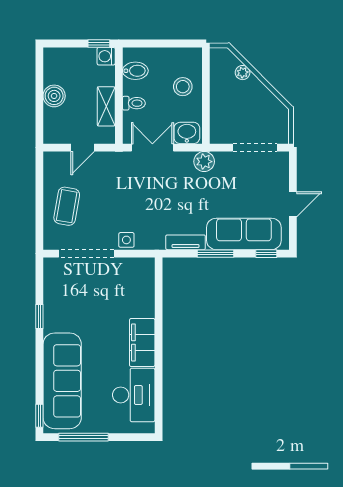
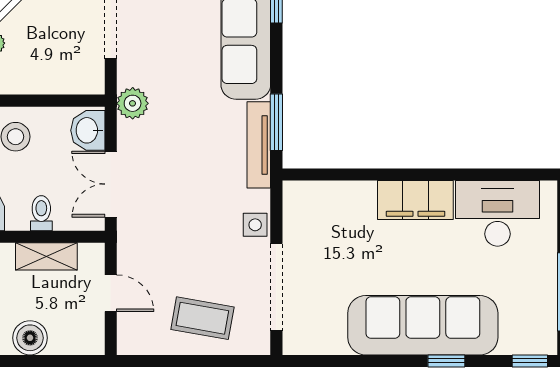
tv unit: (186, 242) -> (259, 145), width x1.41
window: (215, 254) -> (276, 122), moved
window: (39, 317) -> (446, 361), moved
sofa: (62, 381) -> (423, 325), moved

